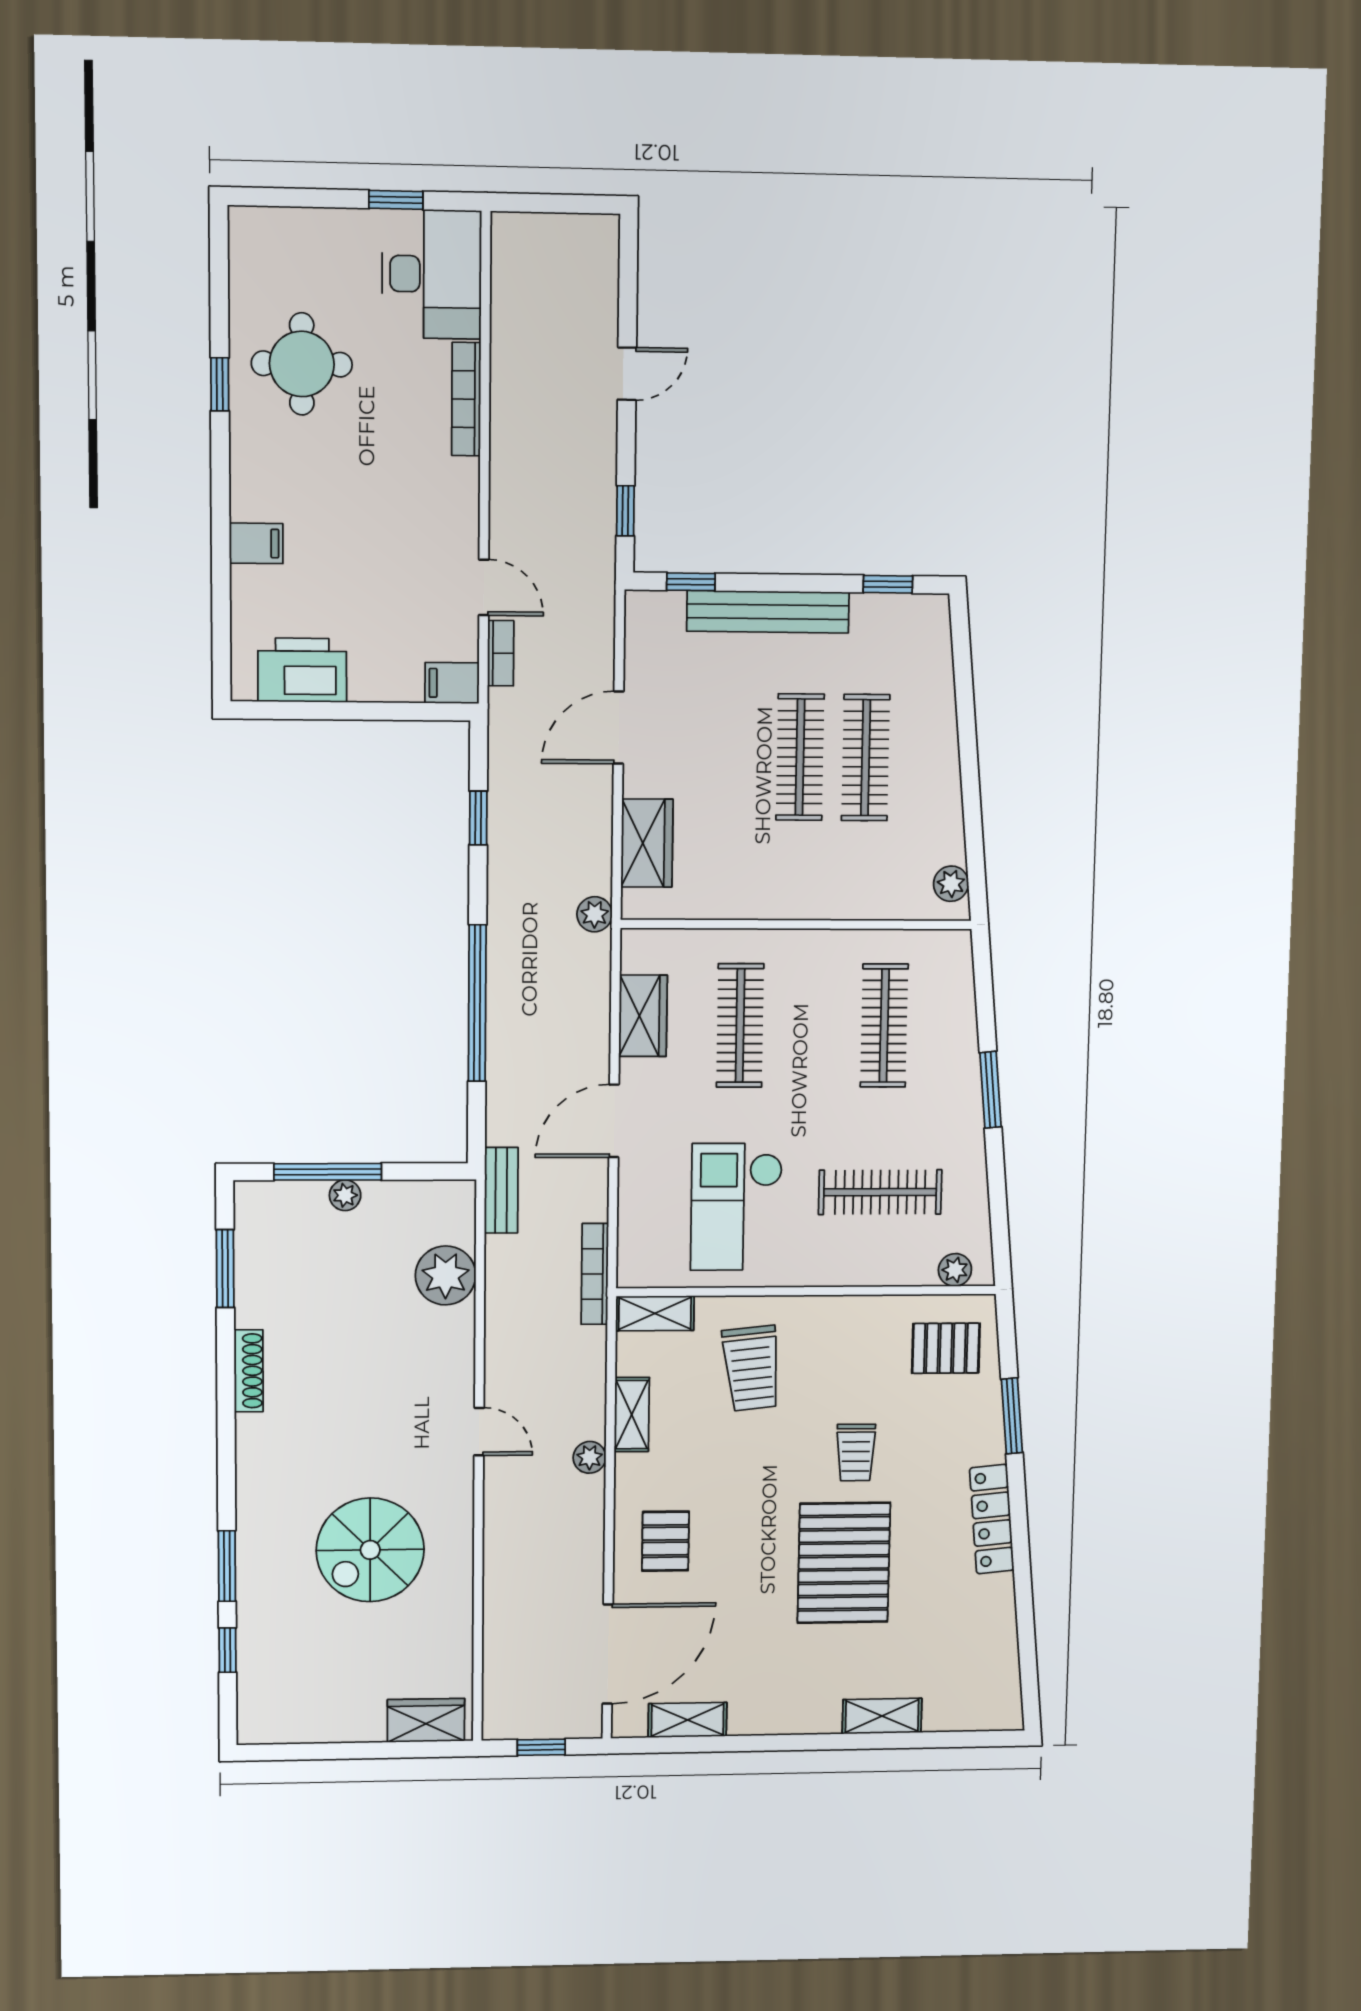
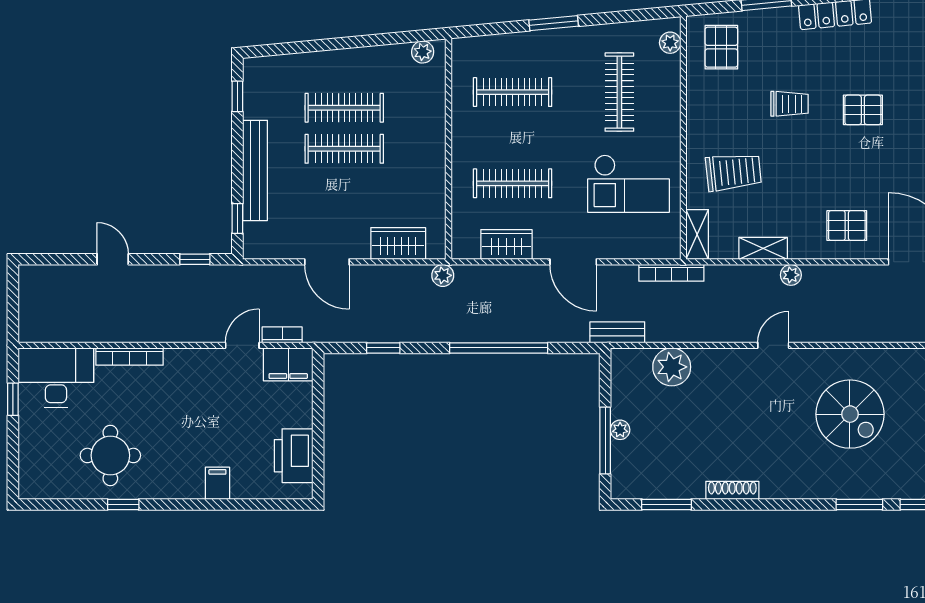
filing cabinet: (452, 683) -> (288, 364), width x2.00
pallet: (844, 1563) -> (863, 110), width x0.49, depth x0.50

